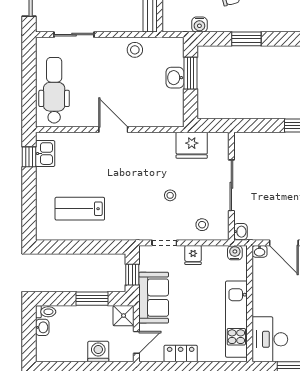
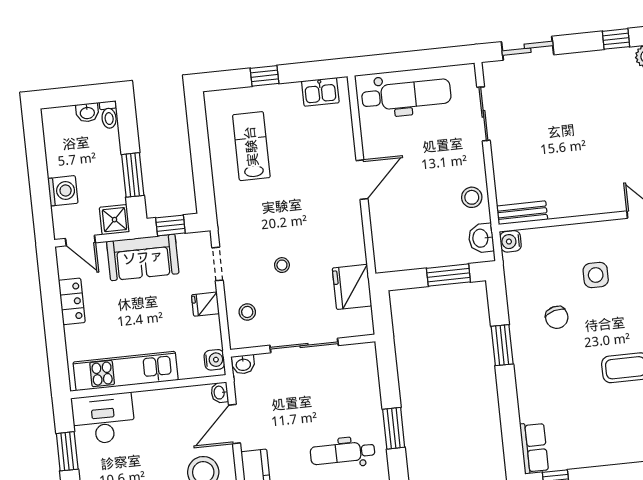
water cooler: (199, 25) -> (511, 241), moved
washbasin: (175, 78) -> (481, 238), moved, turned -90
window: (29, 157) -> (265, 76), moved

